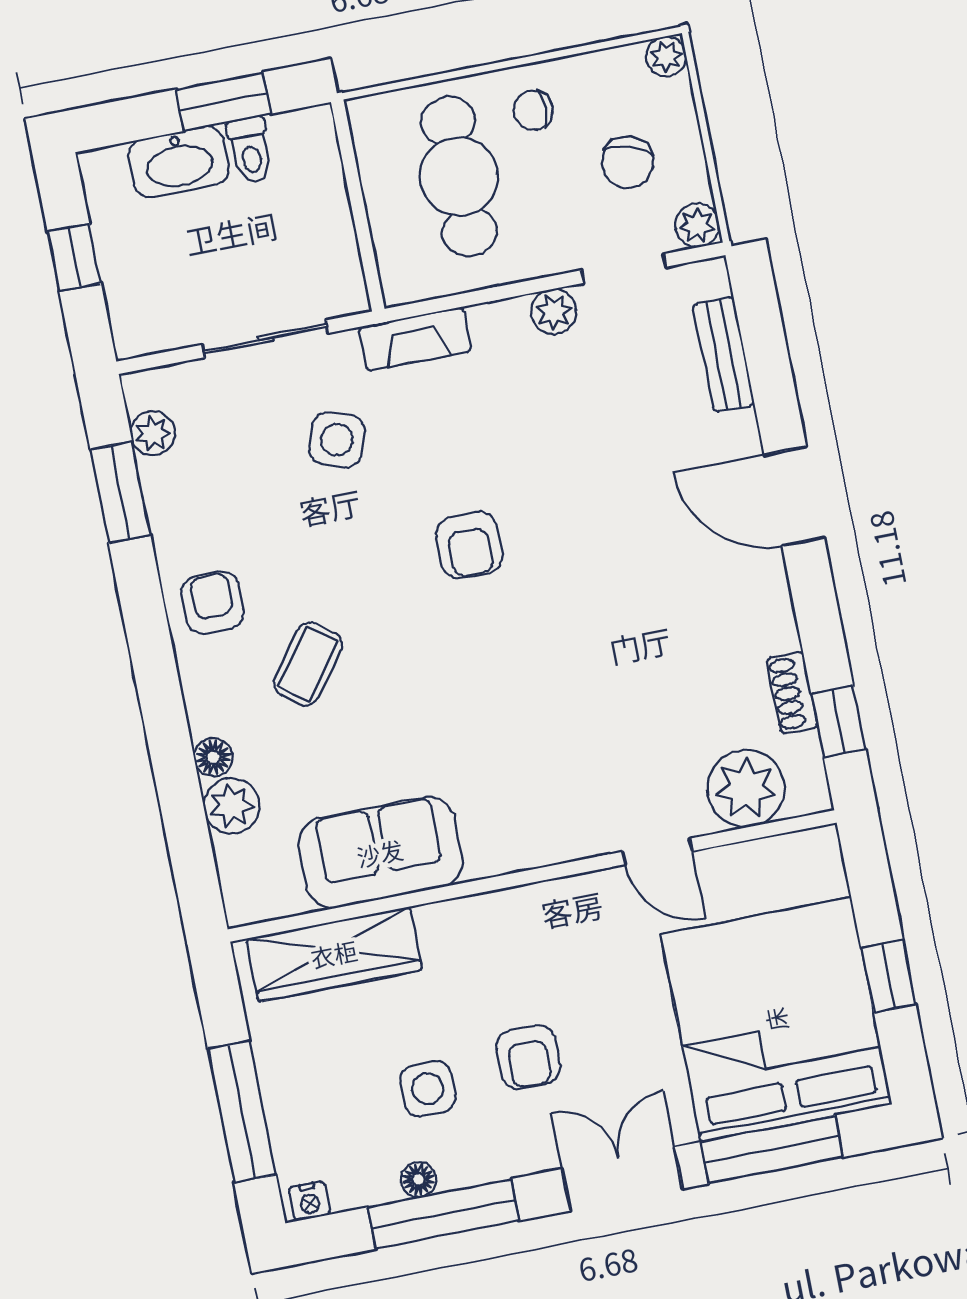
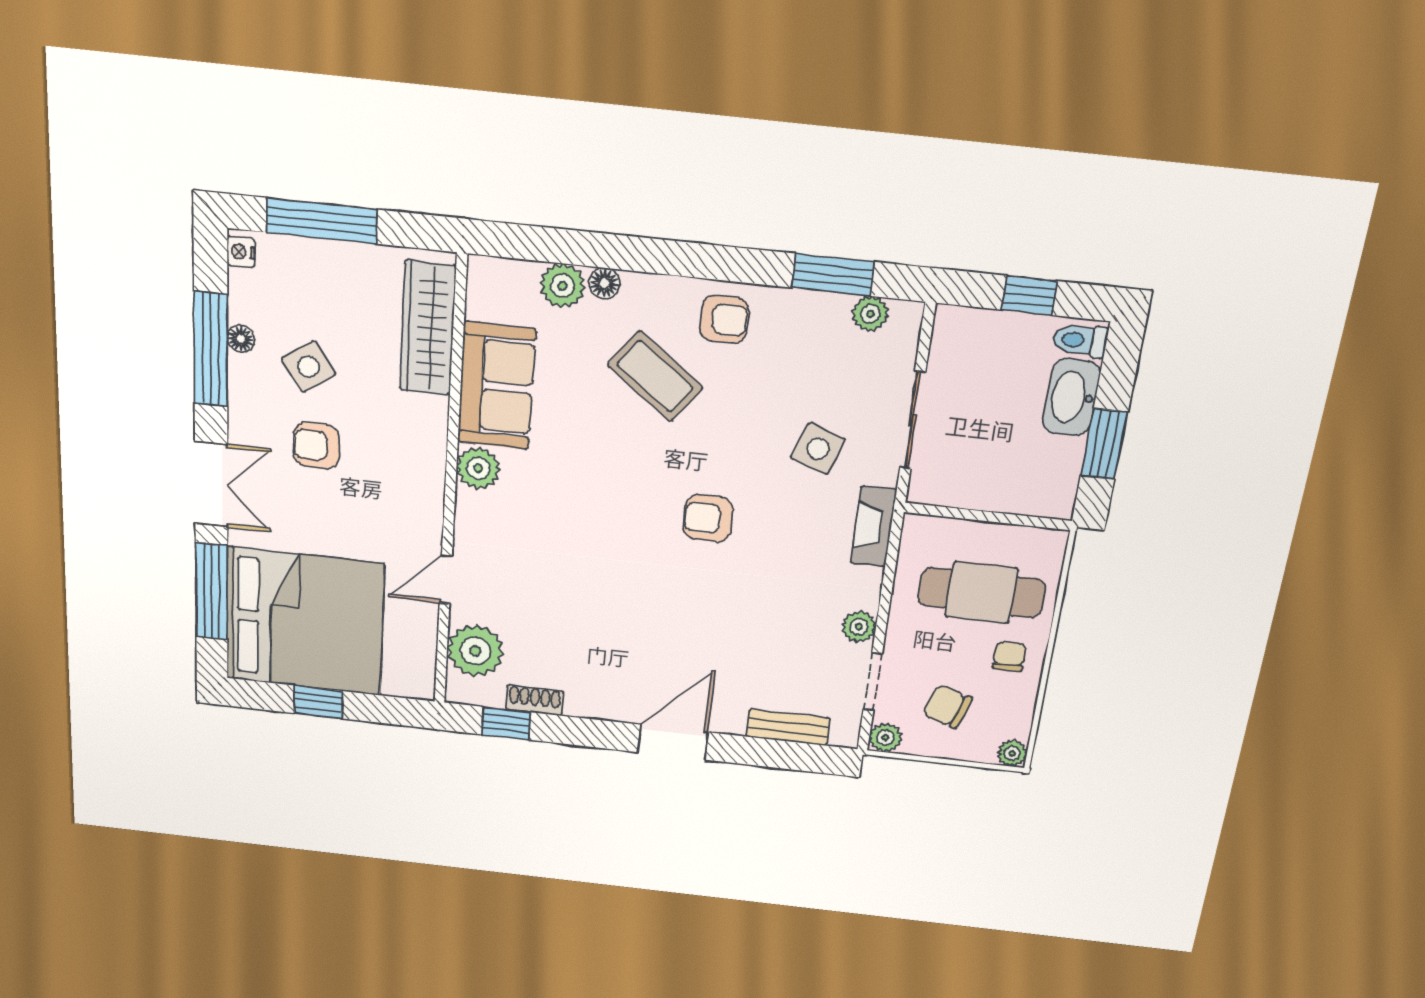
toilet: (250, 150) -> (1080, 340), moved
coffee table: (308, 664) -> (655, 376), width x1.36, depth x1.30
plant: (494, 848) -> (478, 468), added
side table: (428, 1089) -> (309, 367), turned -34

